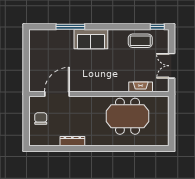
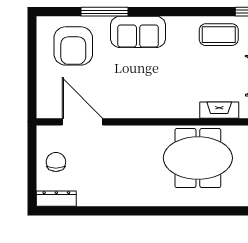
armchair: (51, 48) -> (73, 46), added
door: (57, 94) -> (82, 122), hinge flipped
dresser: (72, 141) -> (56, 199), moved

